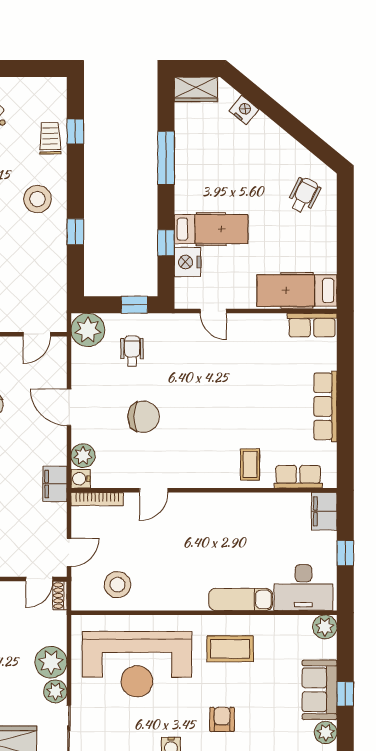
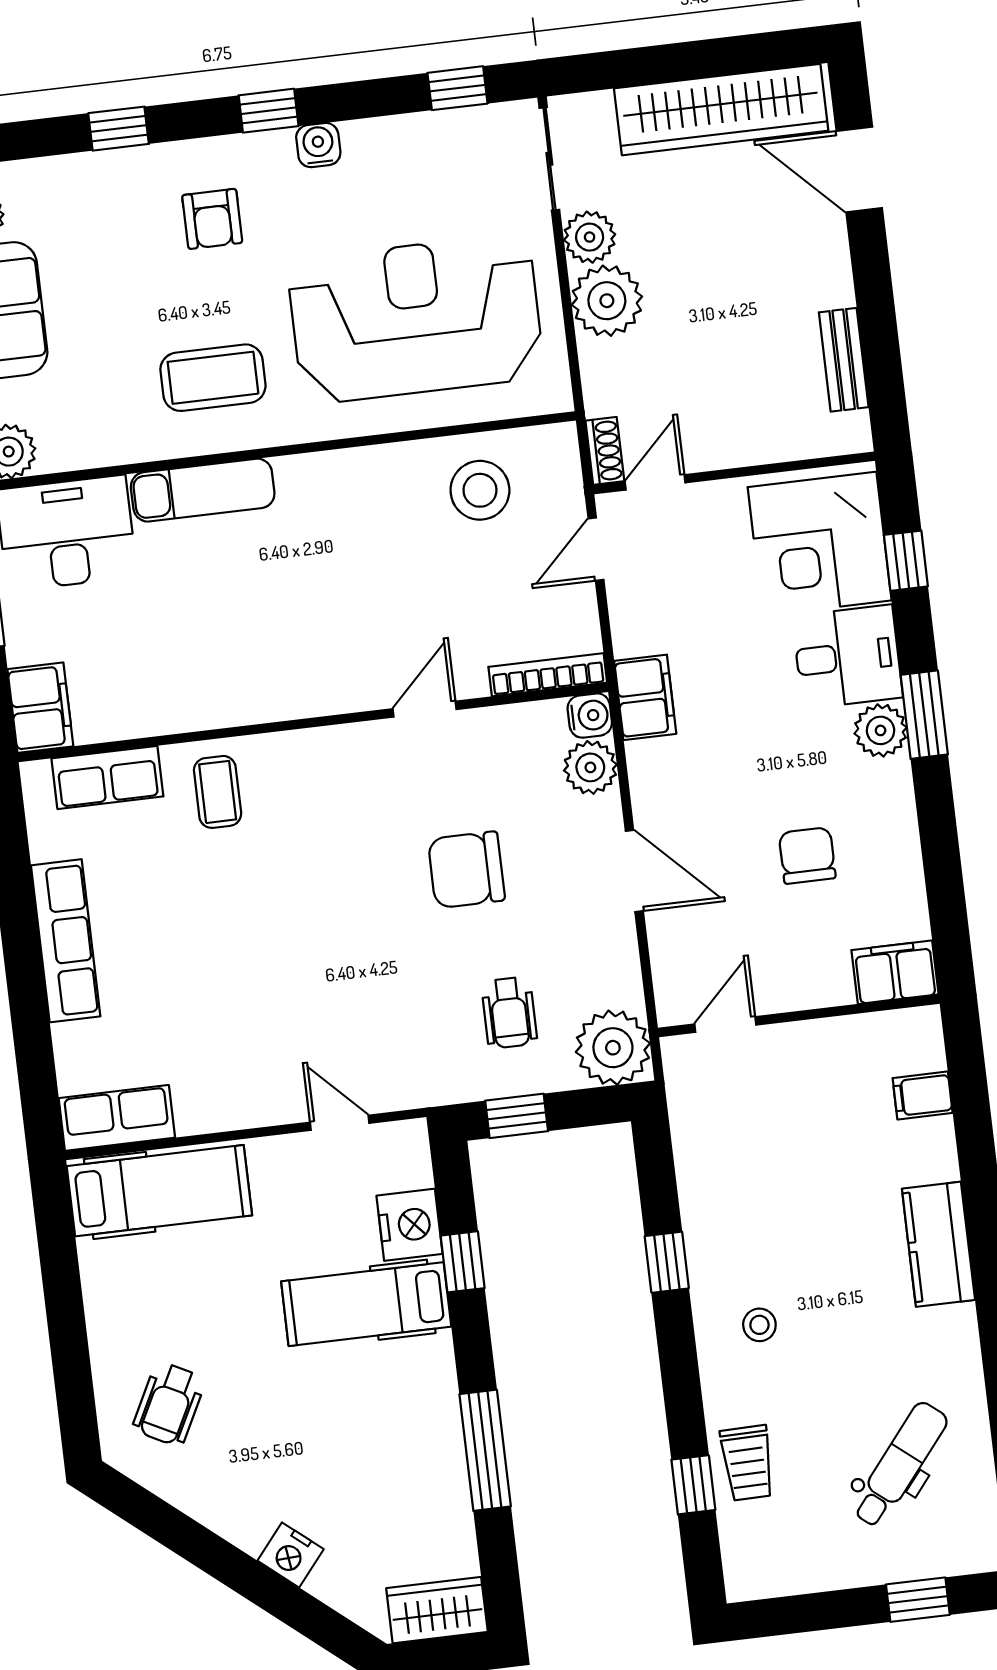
nightstand: (244, 110) -> (291, 1555), moved
stool: (37, 199) -> (759, 1325), width x0.53, depth x0.53

